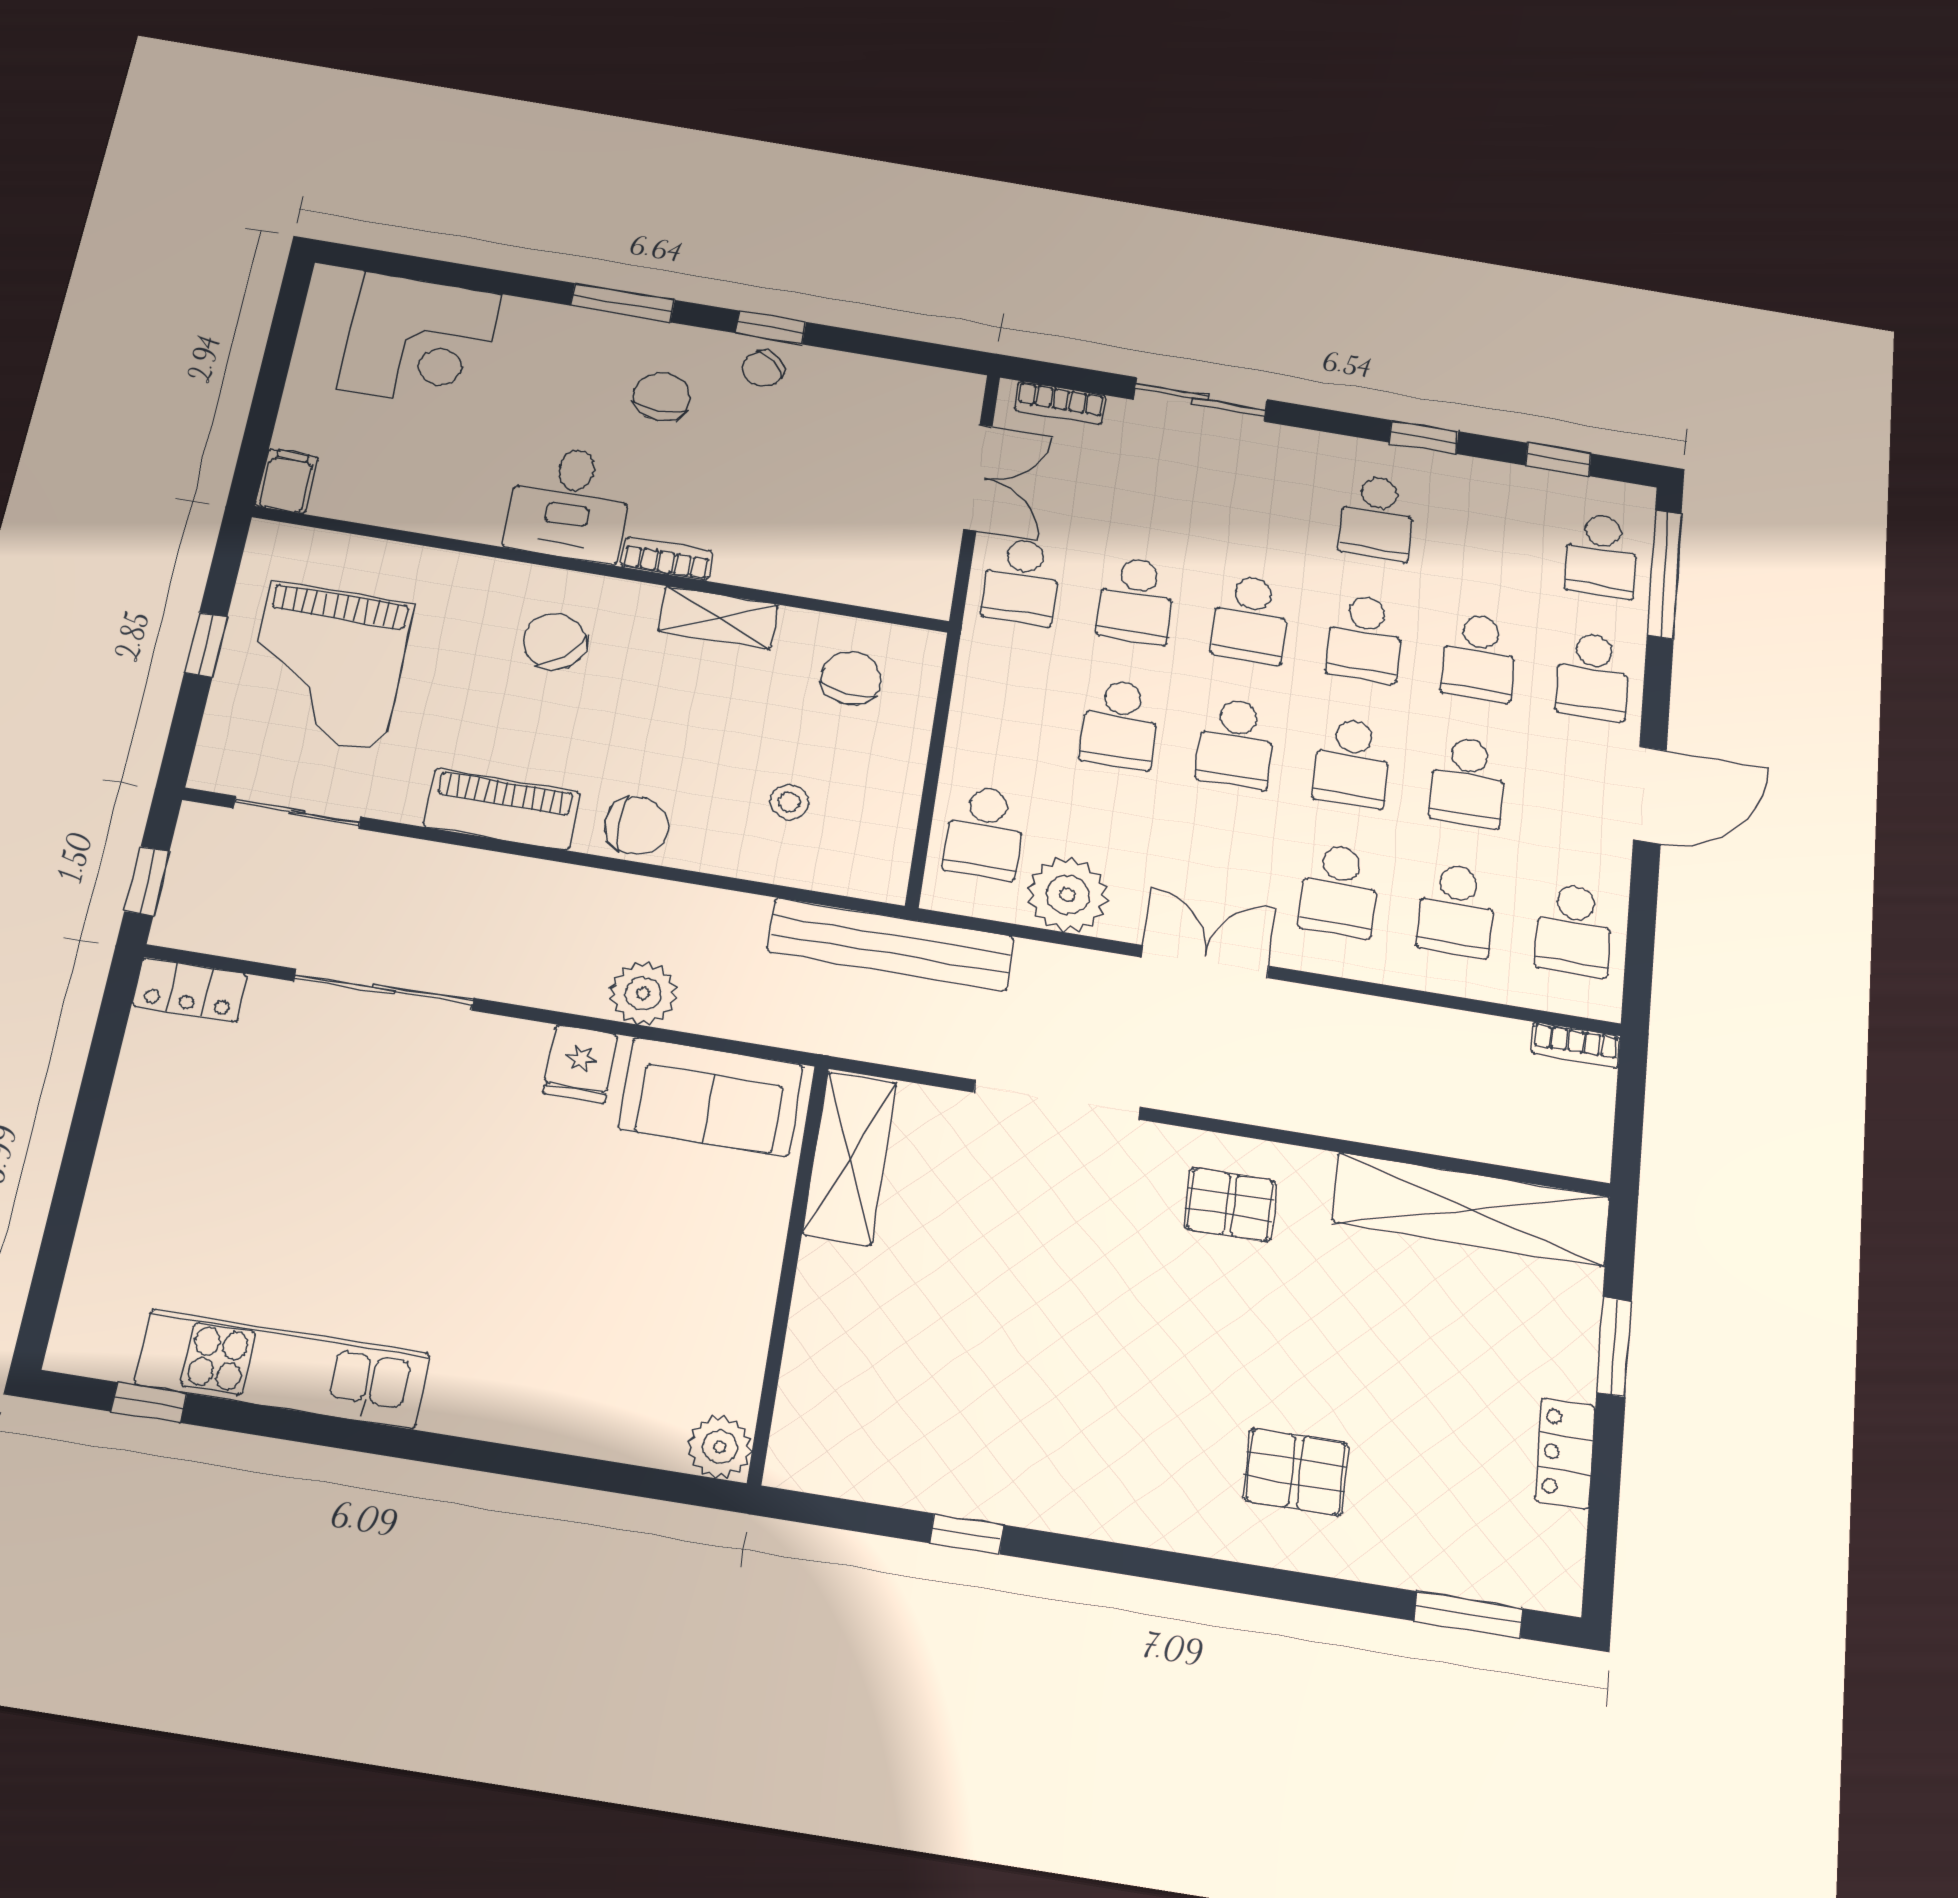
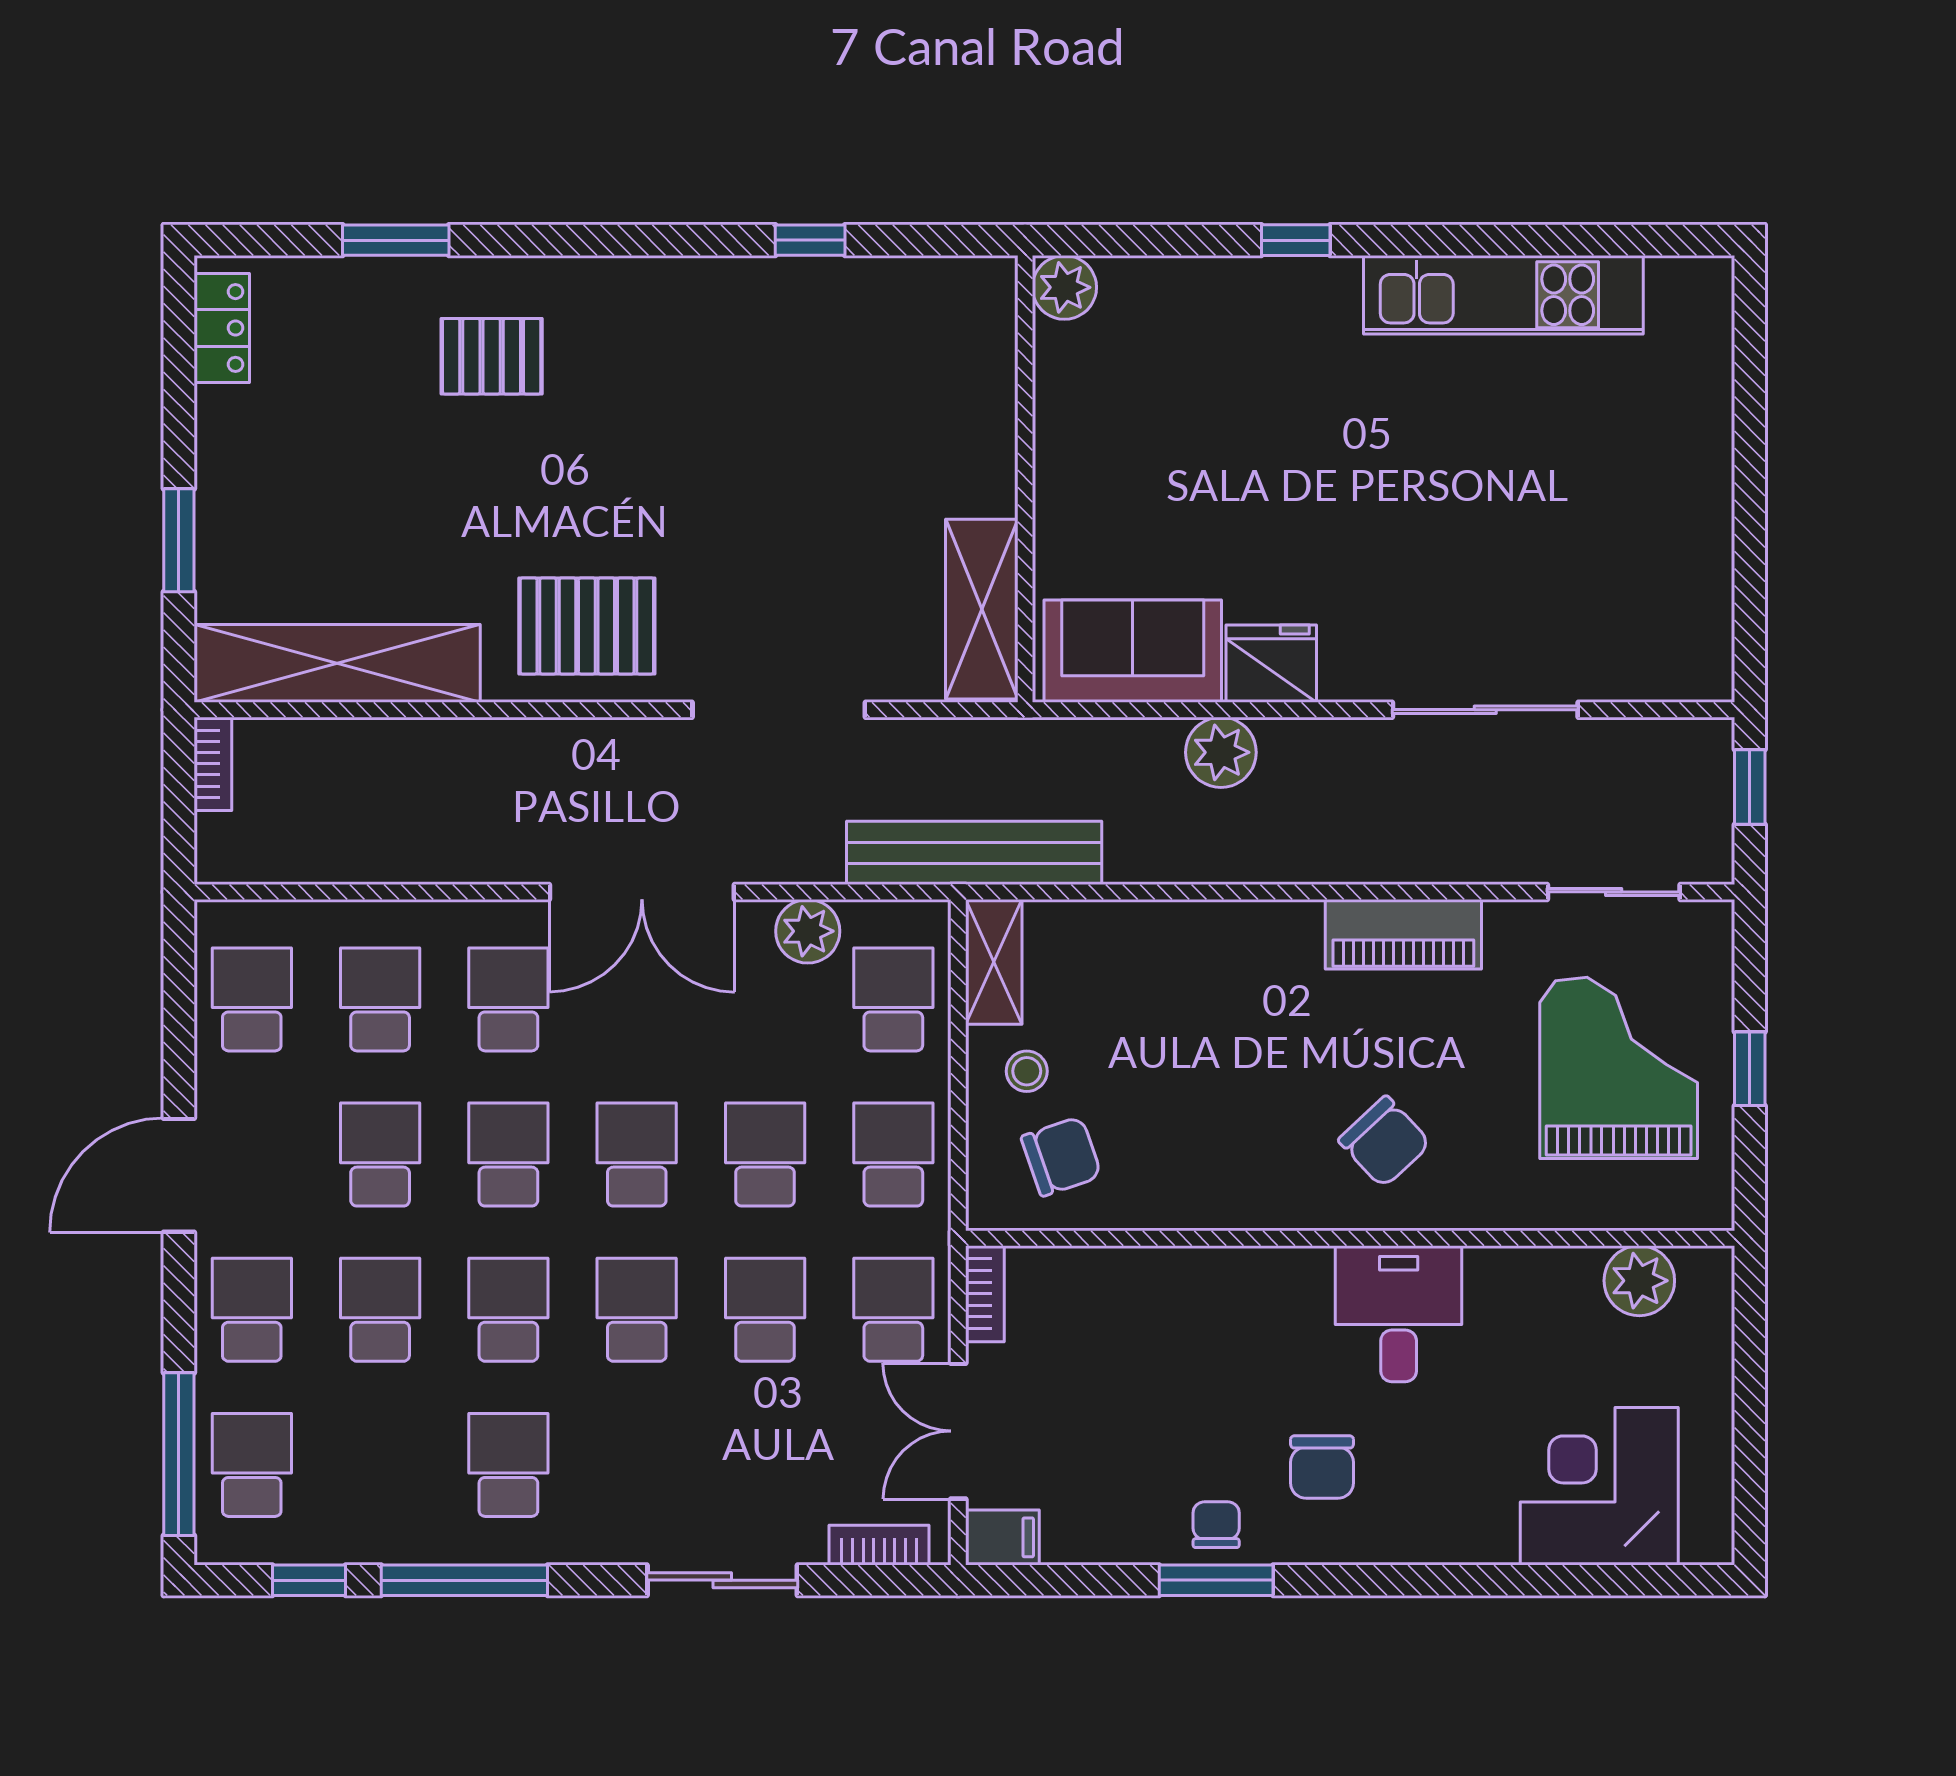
window: (623, 303) -> (1386, 1580), removed
window: (771, 328) -> (1216, 1580), width x1.50
chair: (763, 369) -> (1216, 1525), turned -42
window: (1424, 437) -> (464, 1580), width x2.17
filing cabinet: (287, 481) -> (1002, 1537), moved, turned -90
plant: (348, 493) -> (1639, 1281), added
bookcase: (667, 559) -> (985, 1294), moved, turned -90
shelving: (718, 618) -> (994, 962), moved, turned 90
chair: (851, 678) -> (1061, 1156), turned -114
school desk: (1003, 705) -> (893, 1155), added
stool: (789, 802) -> (1027, 1071), moved
chair: (637, 826) -> (1260, 941), removed
plant: (1068, 895) -> (808, 931), width x0.73, depth x0.73
double door: (1205, 962) -> (642, 892), width x1.37
locker: (190, 990) -> (1680, 675), removed
bookcase: (1576, 1045) -> (213, 764), moved, turned 90
fridge: (580, 1064) -> (1271, 664), width x1.38
pallet: (1230, 1205) -> (587, 626), width x1.50, depth x1.42
window: (149, 1402) -> (1296, 240), moved
locker: (1565, 1453) -> (222, 328), moved
window: (1468, 1615) -> (396, 240), moved

